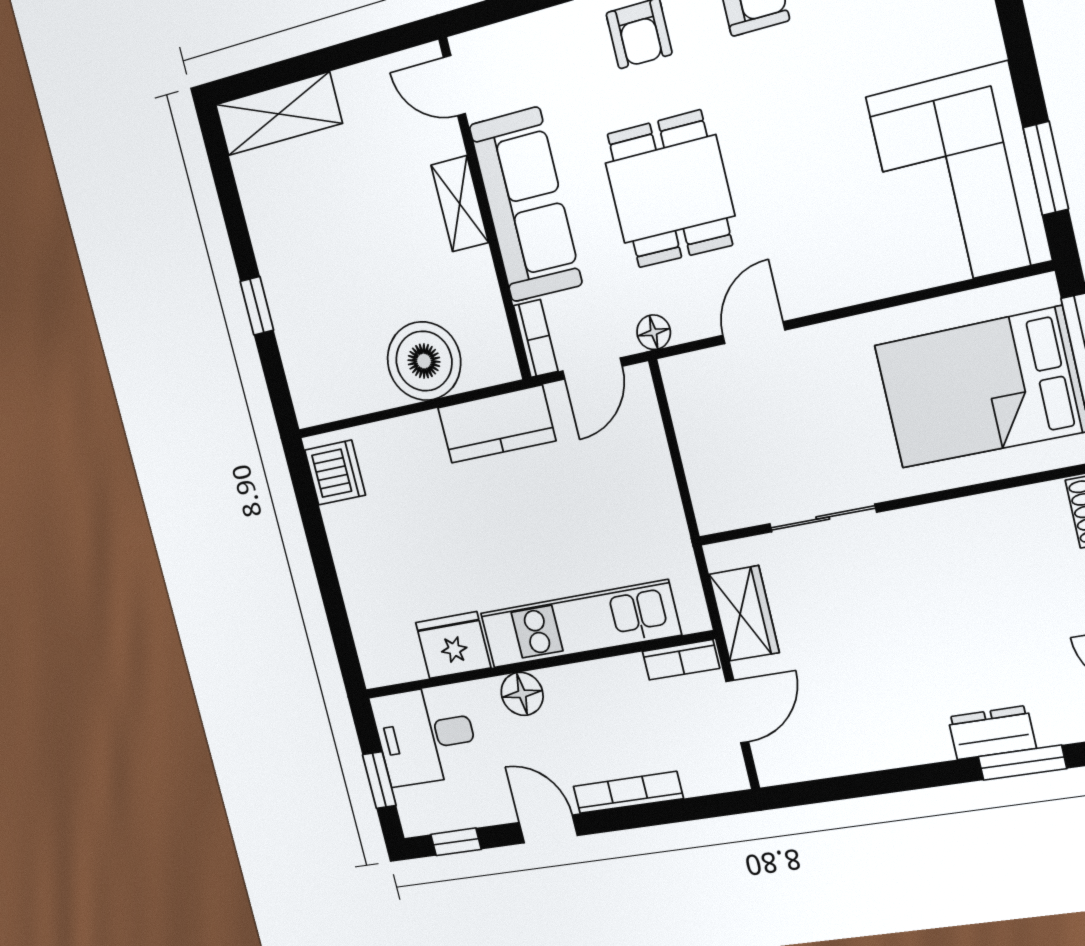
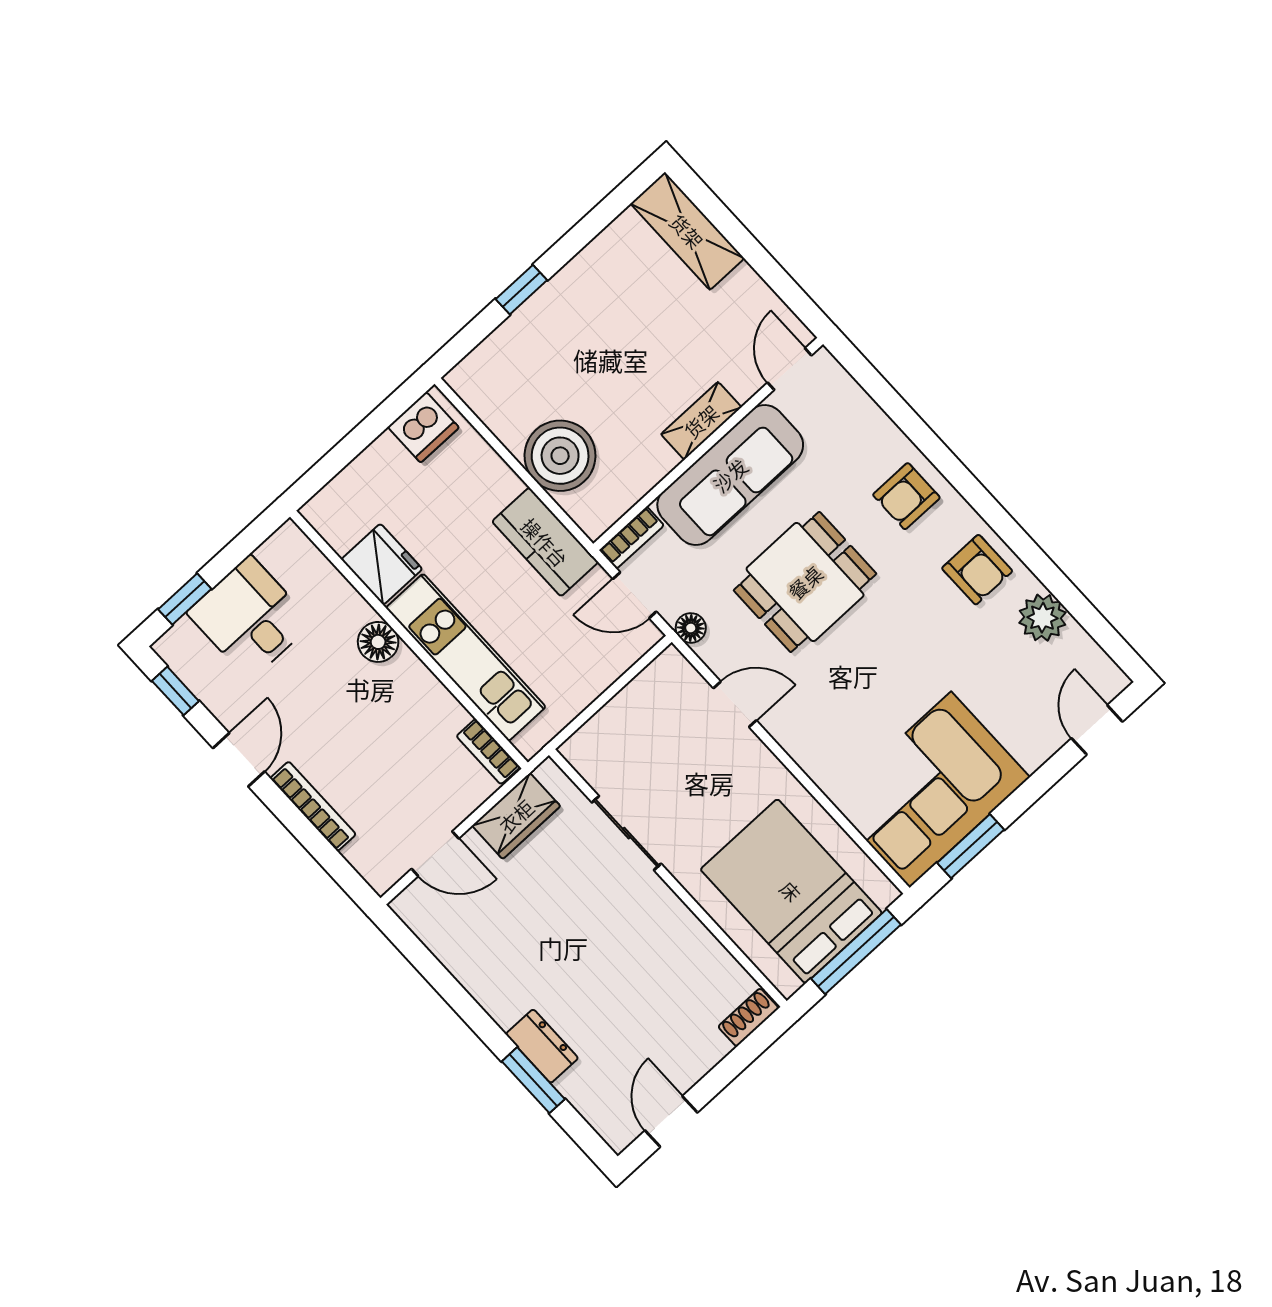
kitchen unit: (580, 624) -> (466, 657), moved
fridge: (453, 645) -> (382, 564), moved
bookcase: (681, 660) -> (488, 752), moved
wall: (535, 665) -> (409, 640), moved
floor lamp: (522, 694) -> (378, 642), moved

